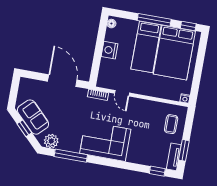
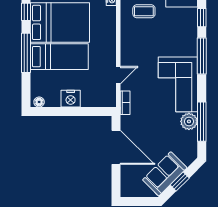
door: (62, 81) -> (116, 147), swing flipped
plant: (51, 141) -> (189, 121), moved
window: (125, 165) -> (202, 56), added

